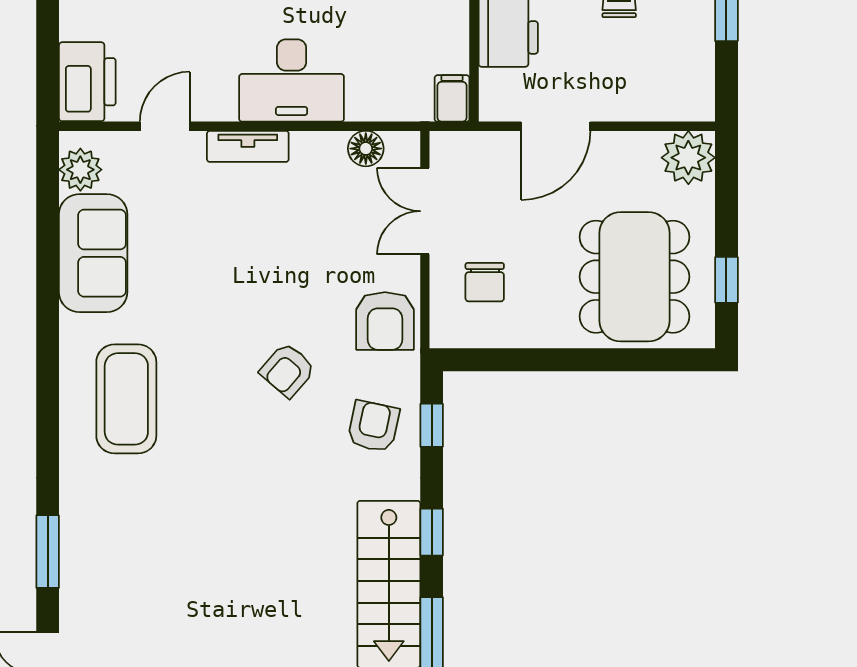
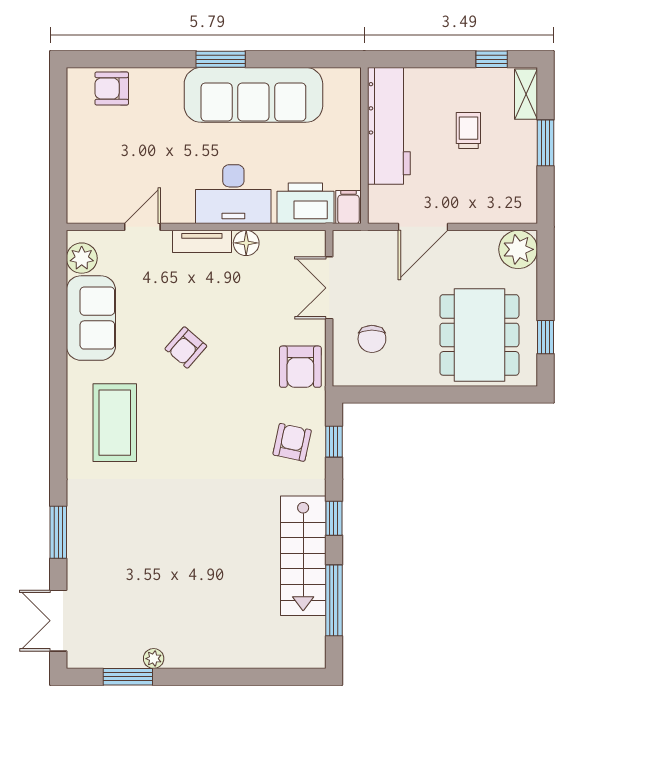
printer: (87, 82) -> (305, 203), moved, turned -90
floor lamp: (366, 149) -> (246, 243), moved
armchair: (288, 370) -> (186, 347), moved

